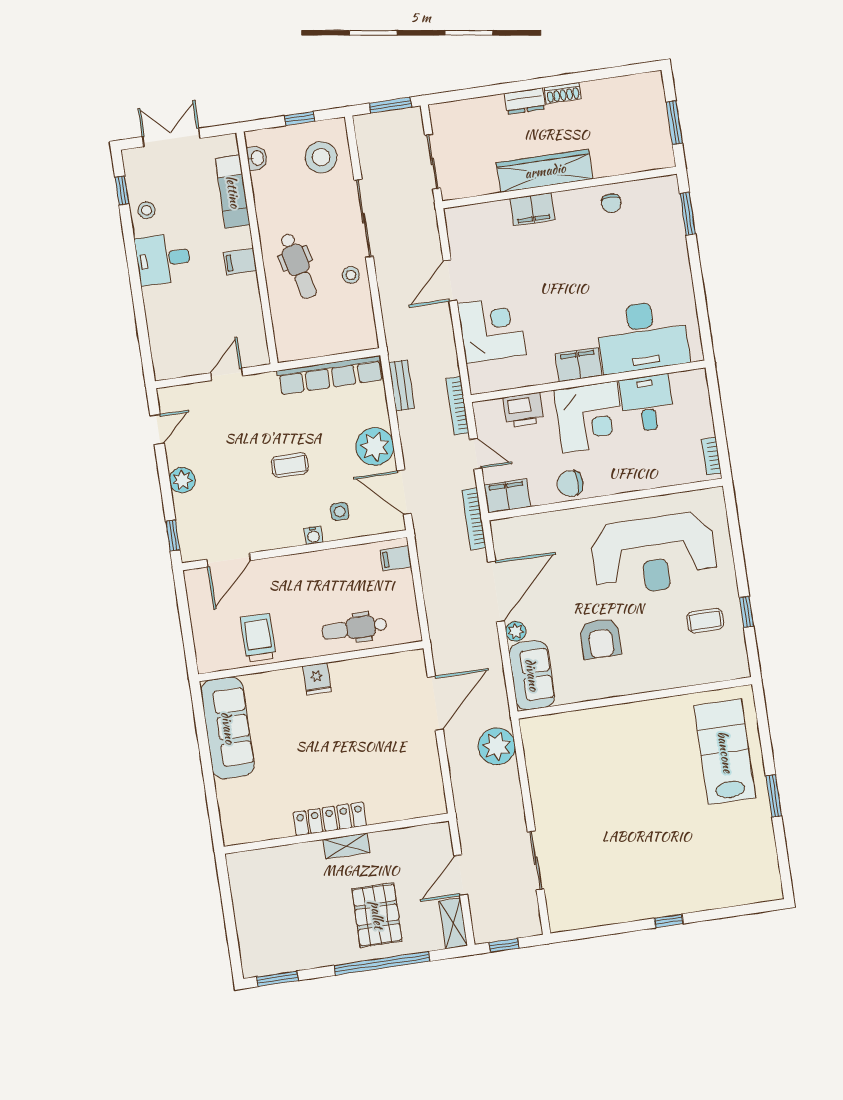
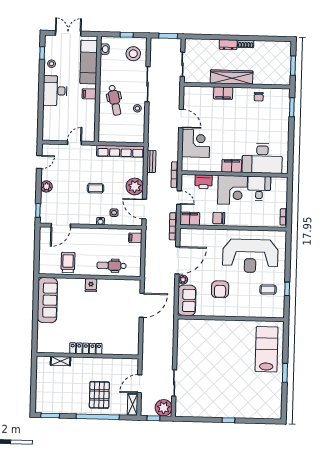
exam couch: (233, 192) -> (89, 62), width x1.36, depth x1.45
desk: (163, 259) -> (55, 91), width x1.37
door: (450, 281) -> (181, 119), swing flipped
plant: (497, 746) -> (164, 408), moved
shelving: (346, 846) -> (60, 361), moved

